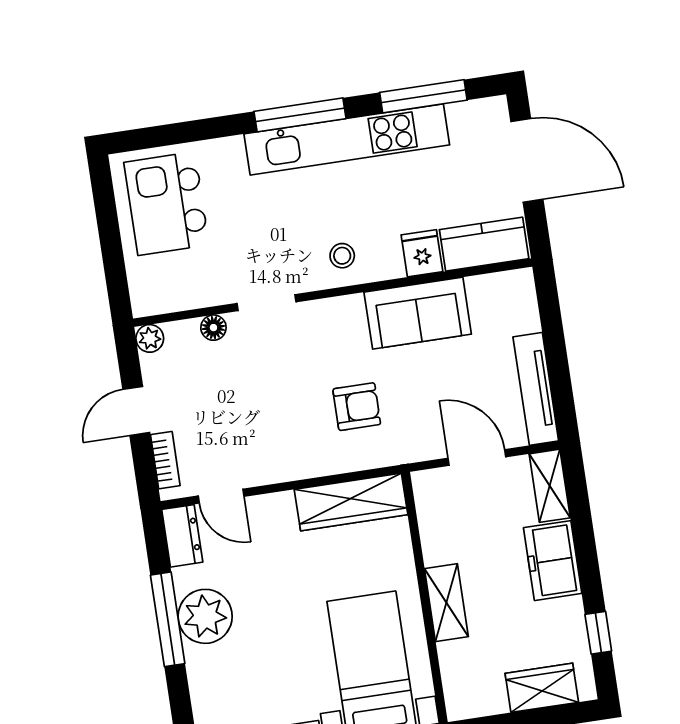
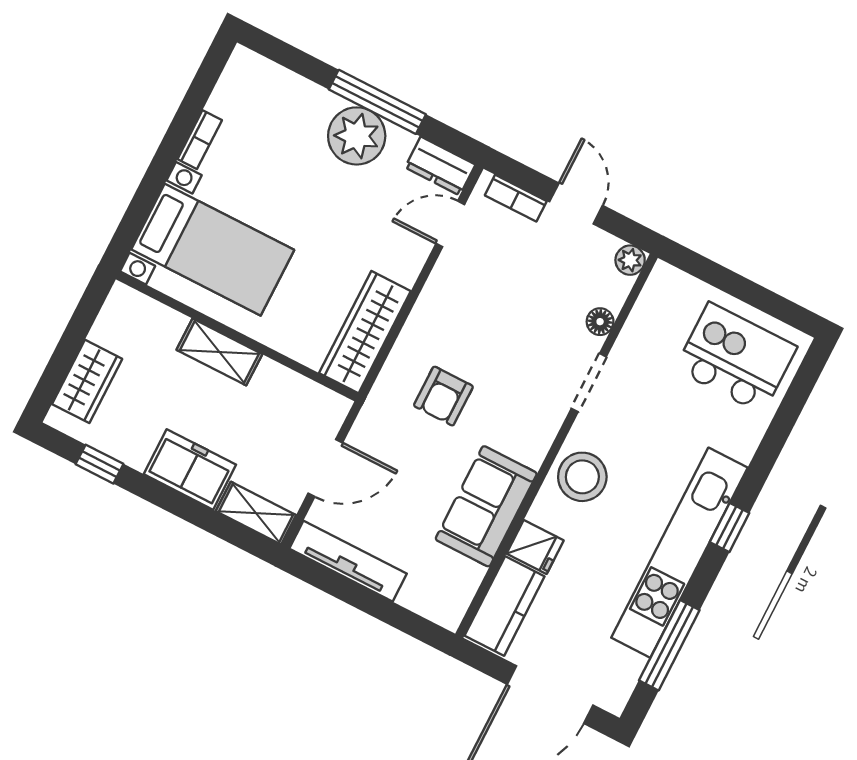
window: (300, 115) -> (730, 528), width x0.46
stool: (342, 256) -> (582, 477), width x1.89, depth x1.89

